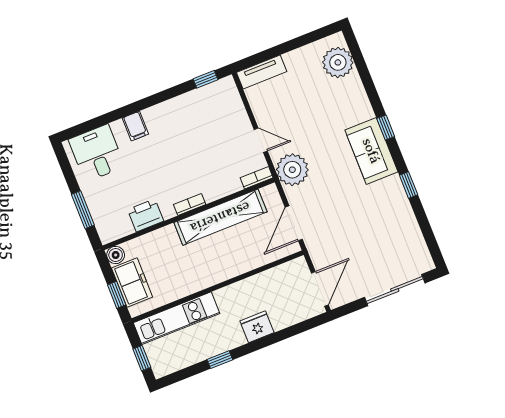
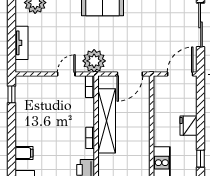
tv unit: (262, 72) -> (21, 43), moved
door: (294, 223) -> (130, 74), hinge flipped
door: (320, 289) -> (180, 74), hinge flipped

